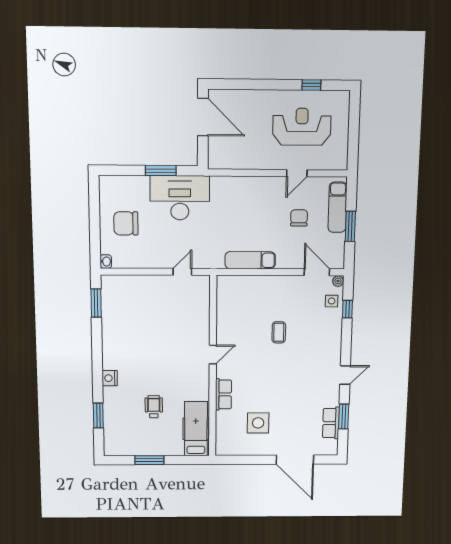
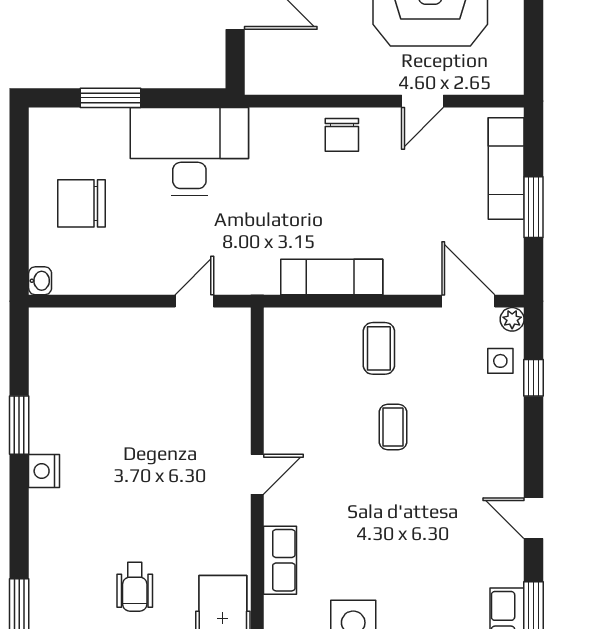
window: (161, 171) -> (111, 98), moved
chair: (299, 218) -> (342, 135), moved, turned 180
coffee table: (273, 295) -> (379, 348), added
window: (96, 303) -> (19, 425), moved
door: (345, 375) -> (533, 518), swing flipped
nightstand: (110, 378) -> (44, 471), moved
wheelchair: (154, 407) -> (135, 587), turned 180

